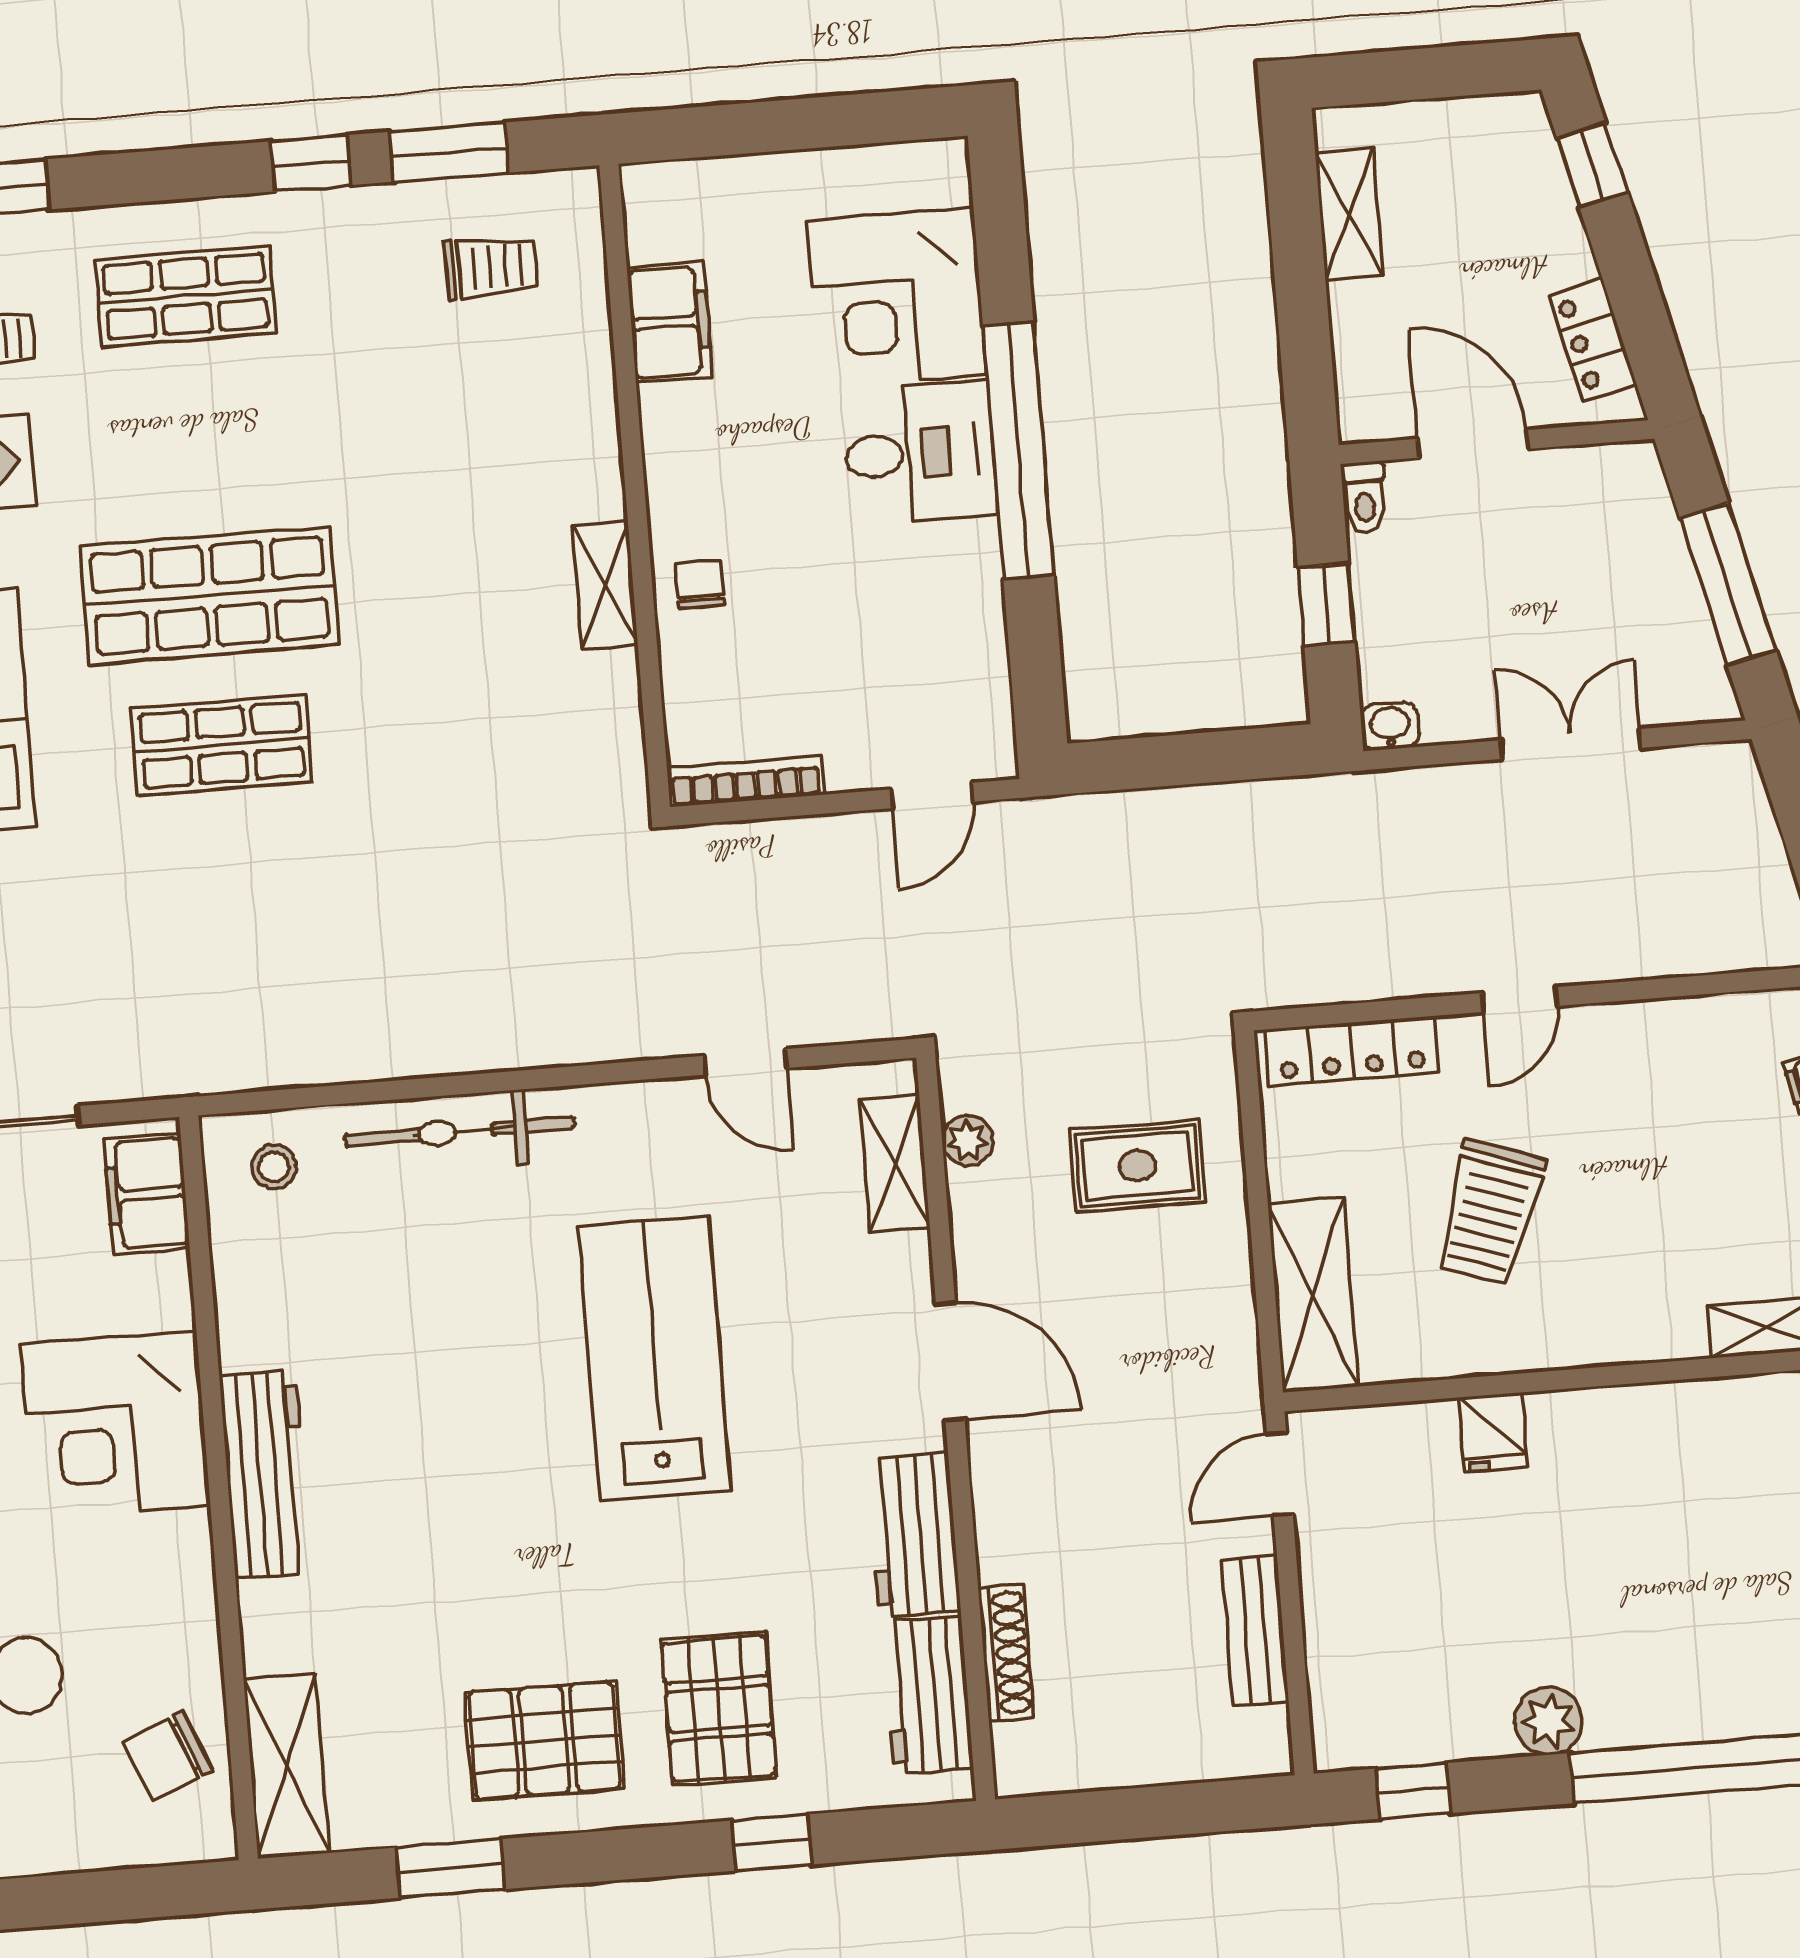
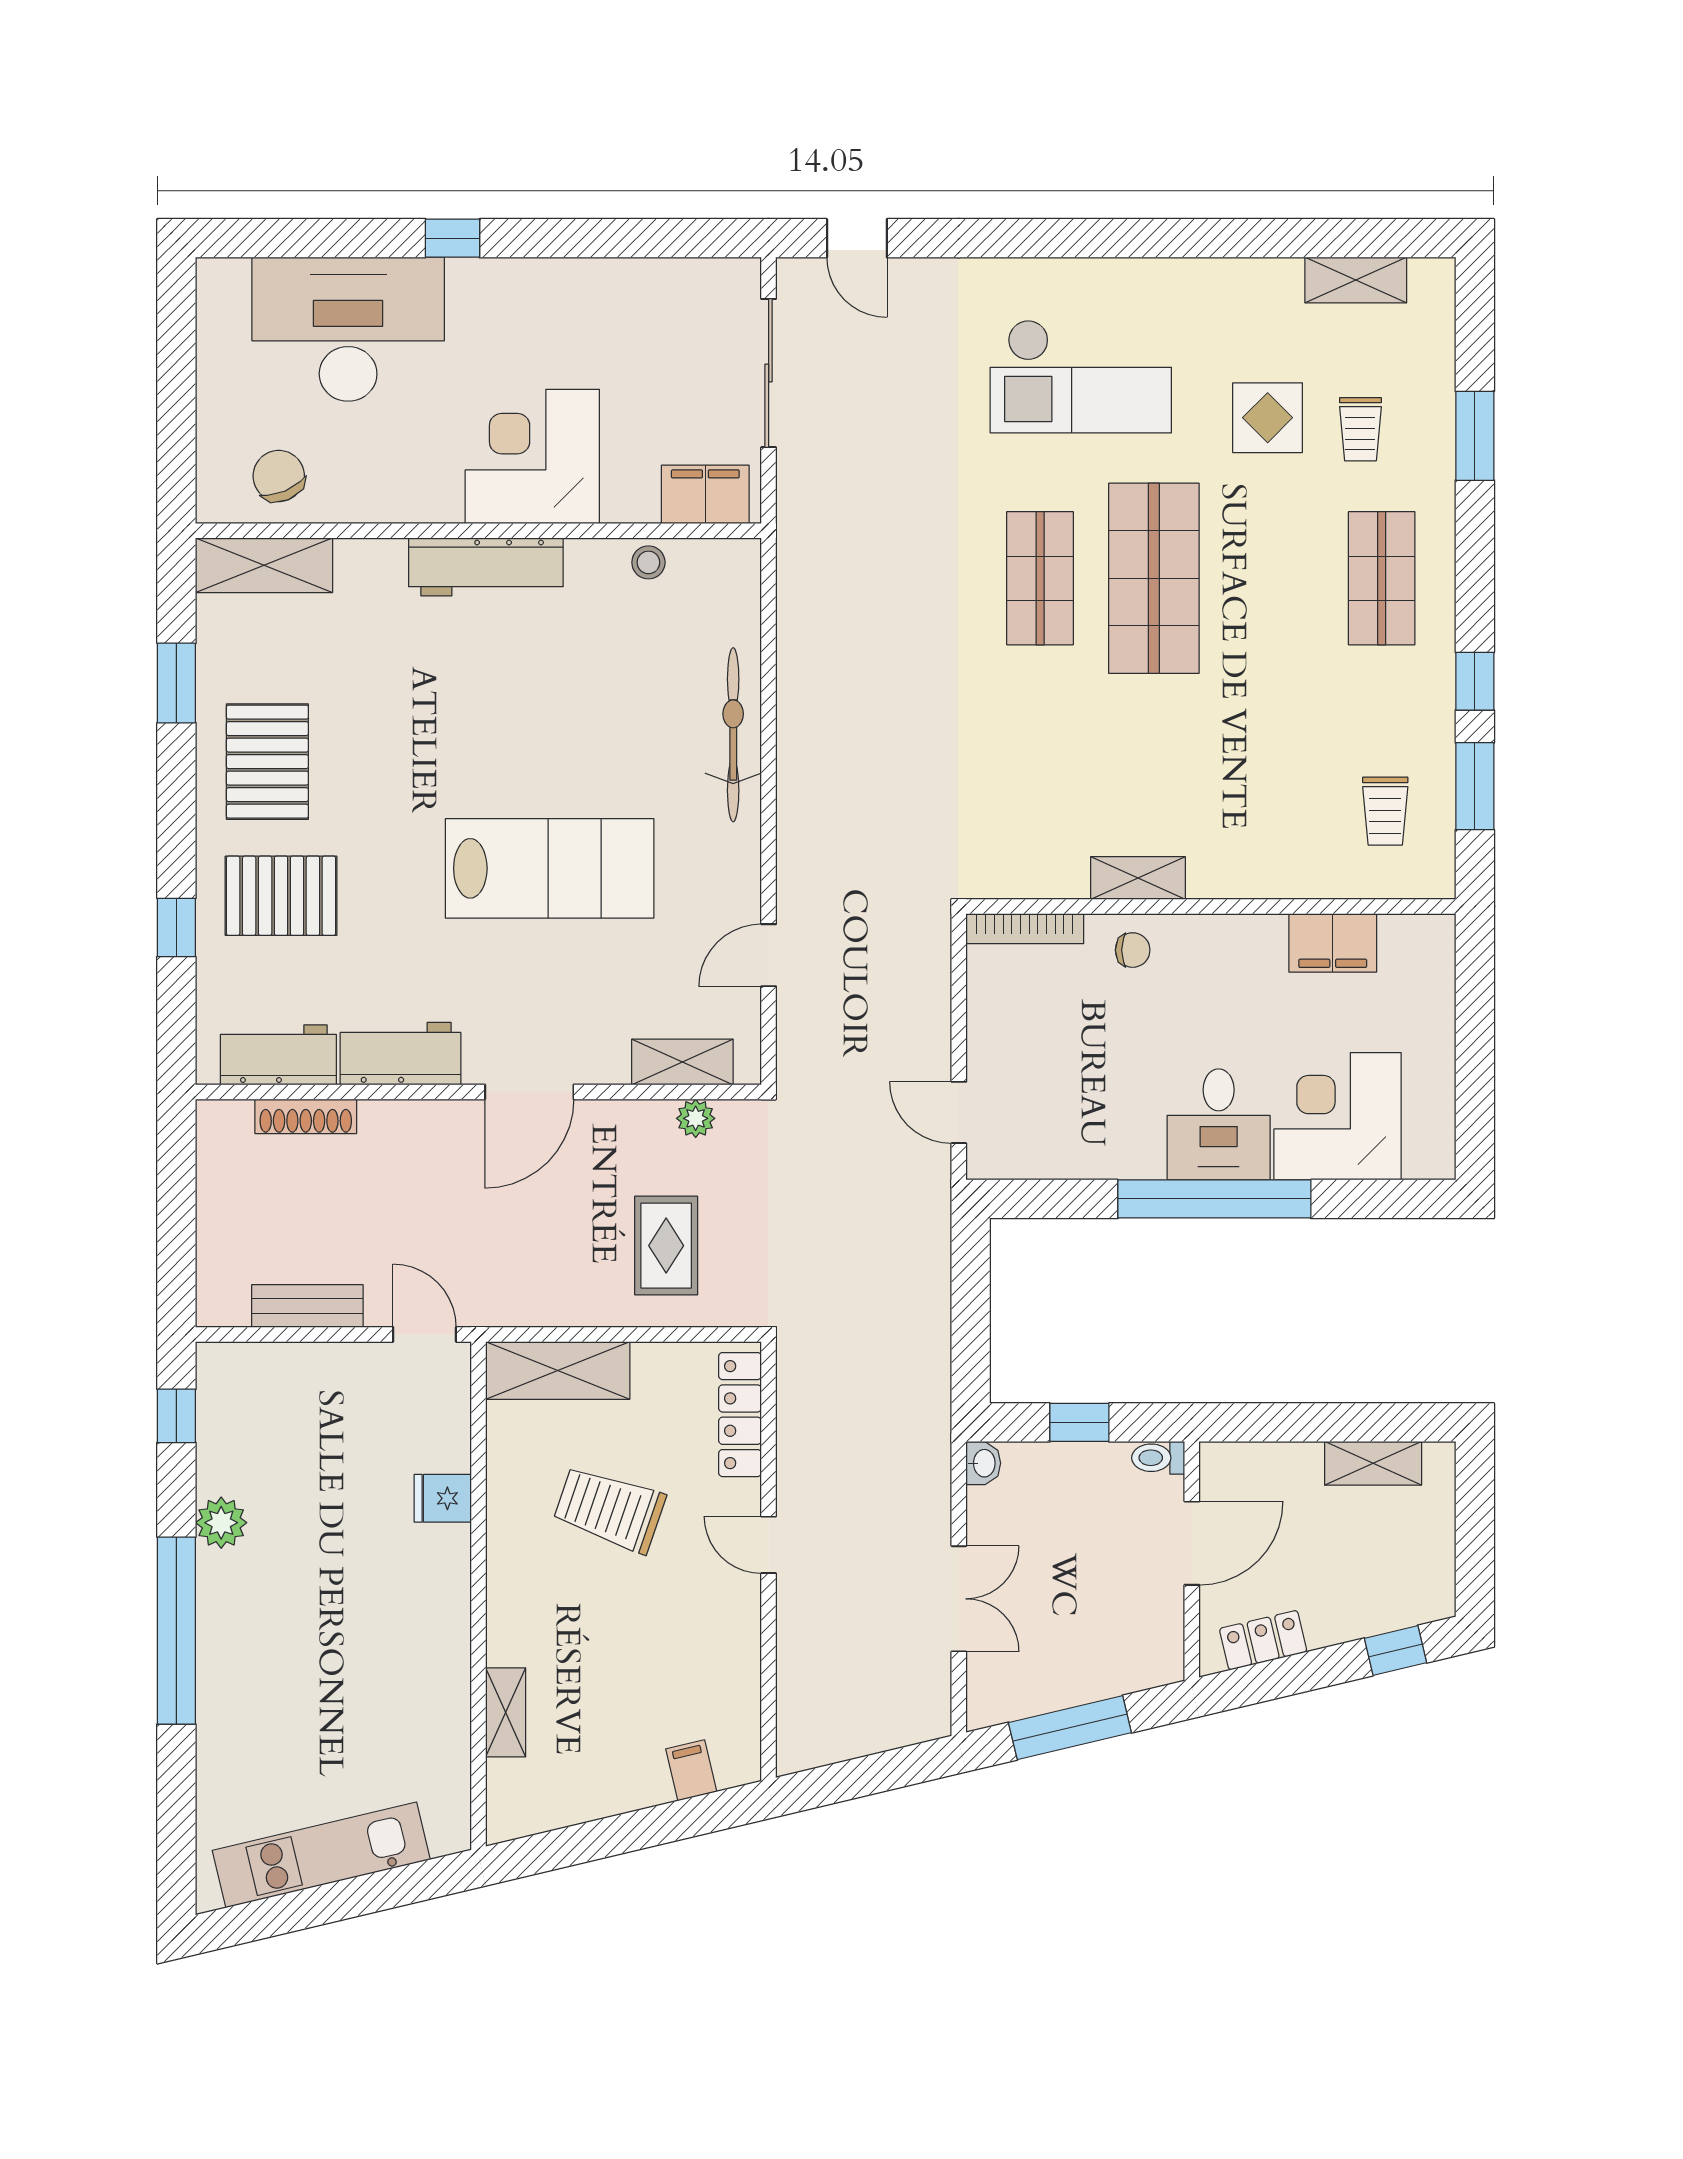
bookcase: (746, 781) -> (1025, 929), moved, turned 90
stool: (274, 1167) -> (648, 562), moved

